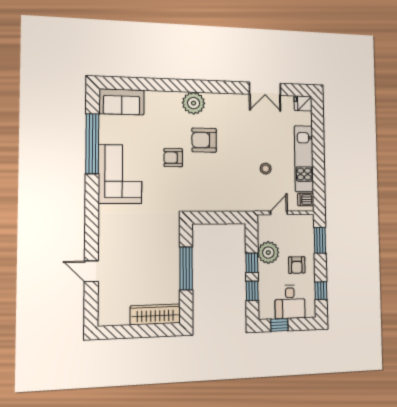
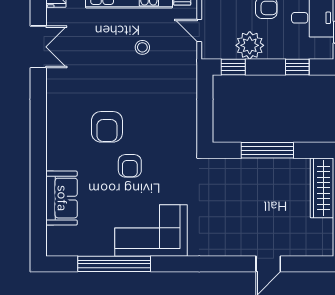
sofa: (122, 102) -> (62, 198), moved
plant: (194, 103) -> (60, 140), removed
window: (252, 263) -> (233, 67), moved

